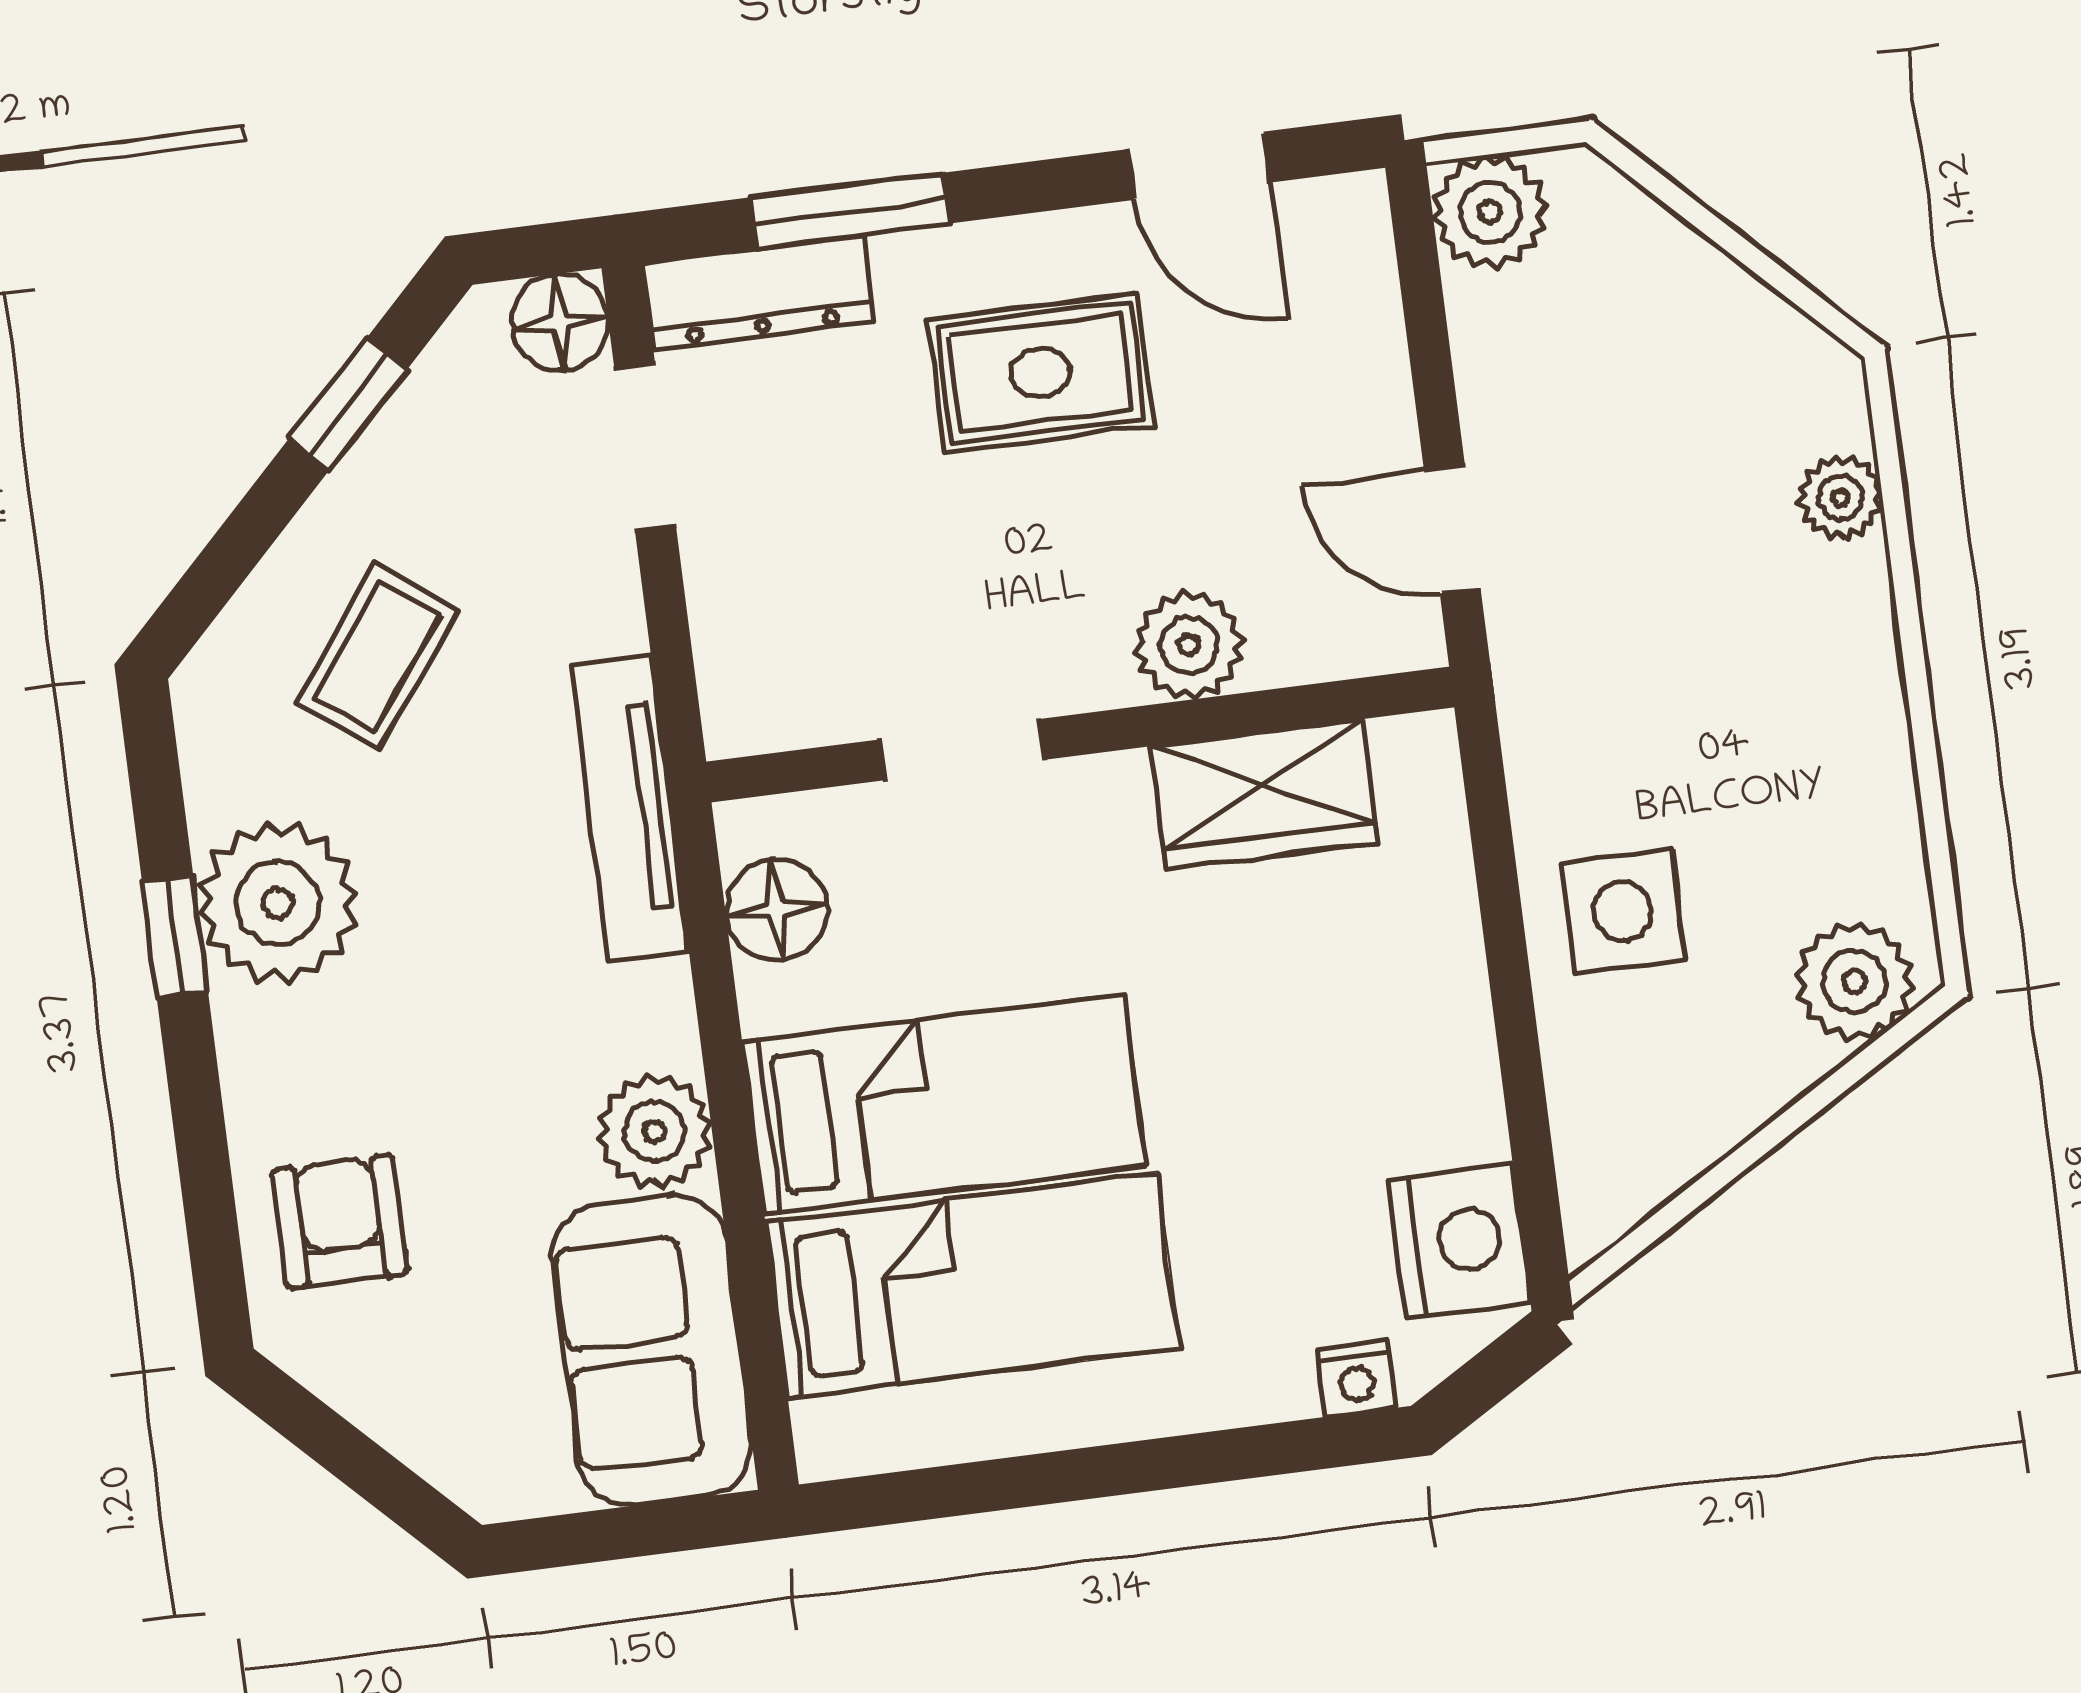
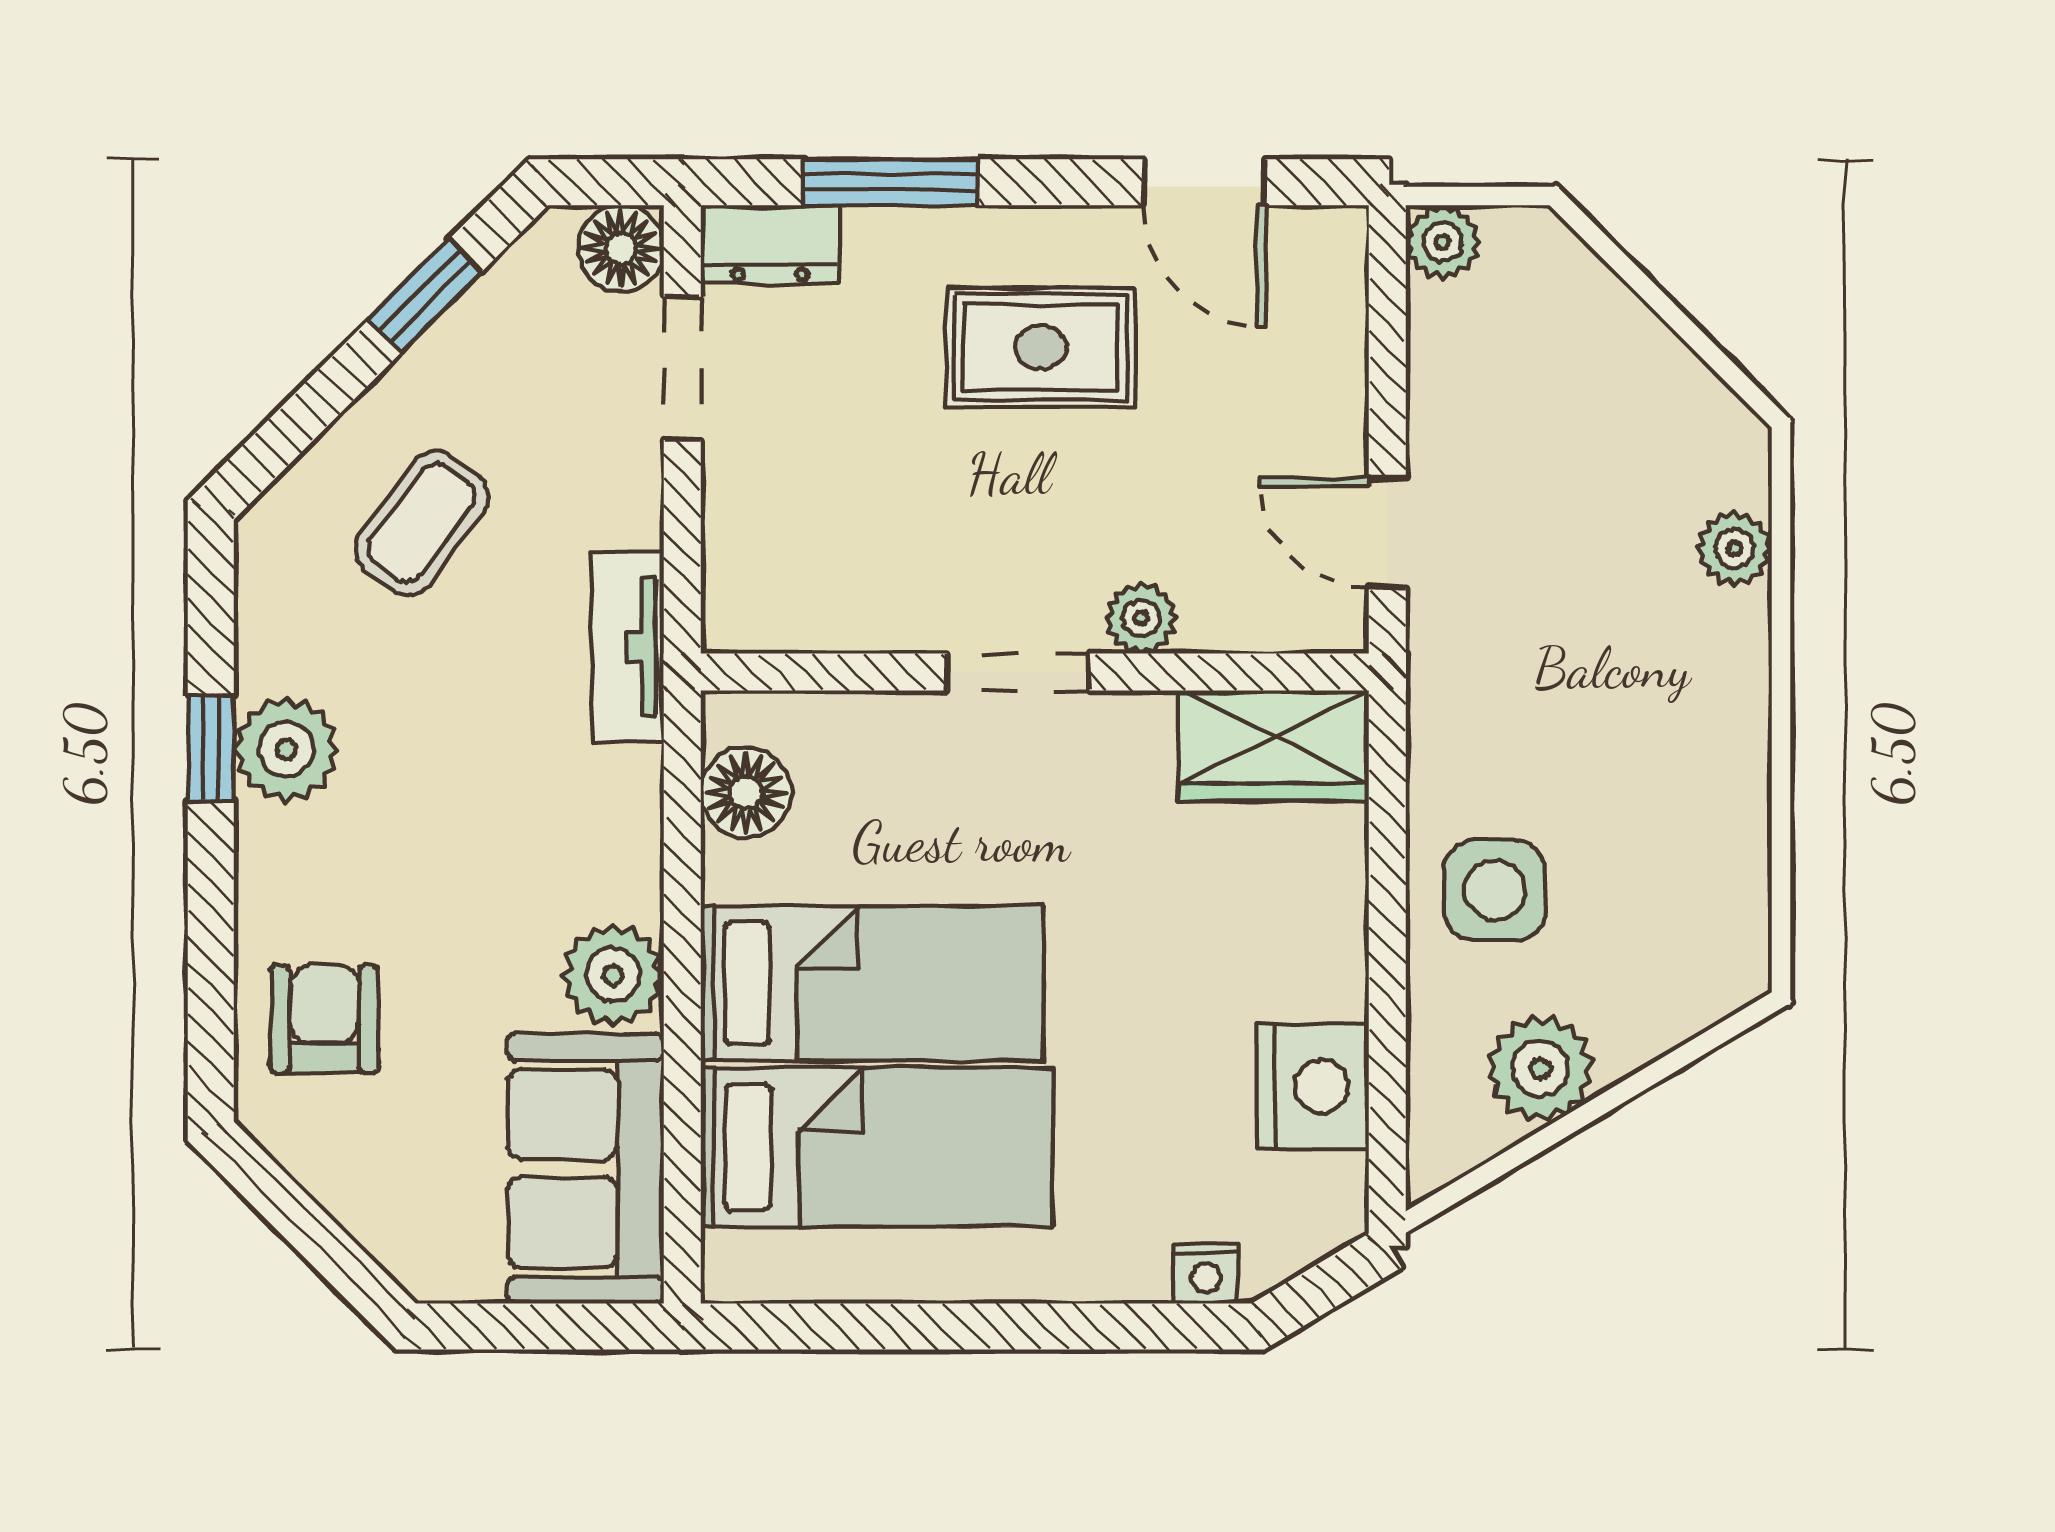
plant: (1490, 212) -> (1443, 242), width x0.73, depth x0.73
dresser: (759, 292) -> (770, 244), width x0.70
plant: (1189, 645) -> (1141, 618), width x0.73, depth x0.73
doorway: (962, 750) -> (1018, 672), moved
wardrobe: (1264, 794) -> (1274, 746), moved
tv unit: (630, 808) -> (628, 647), width x0.71
plant: (278, 903) -> (286, 749), width x0.73, depth x0.73
plant: (1854, 981) -> (1540, 1069), moved
nightstand: (1459, 1241) -> (1313, 1086), moved

